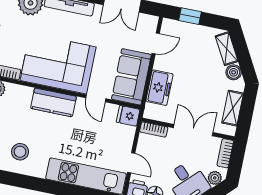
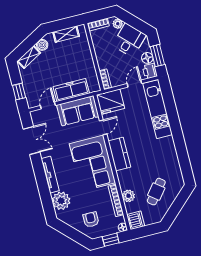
door: (156, 43) -> (48, 105), hinge flipped
freezer: (159, 88) -> (71, 90), width x1.40
fridge: (128, 116) -> (111, 102), width x1.88, depth x1.34
double door: (193, 130) -> (93, 53), removed
stool: (20, 152) -> (162, 160), removed

